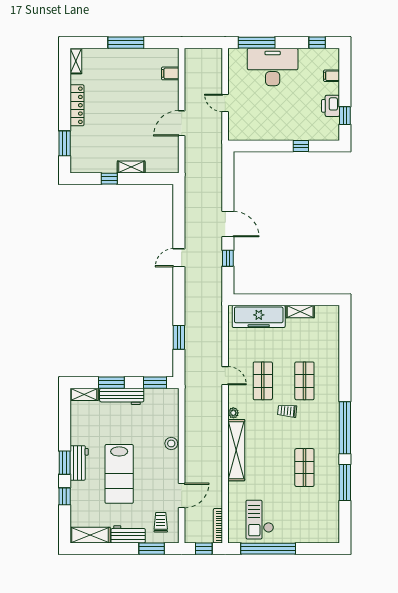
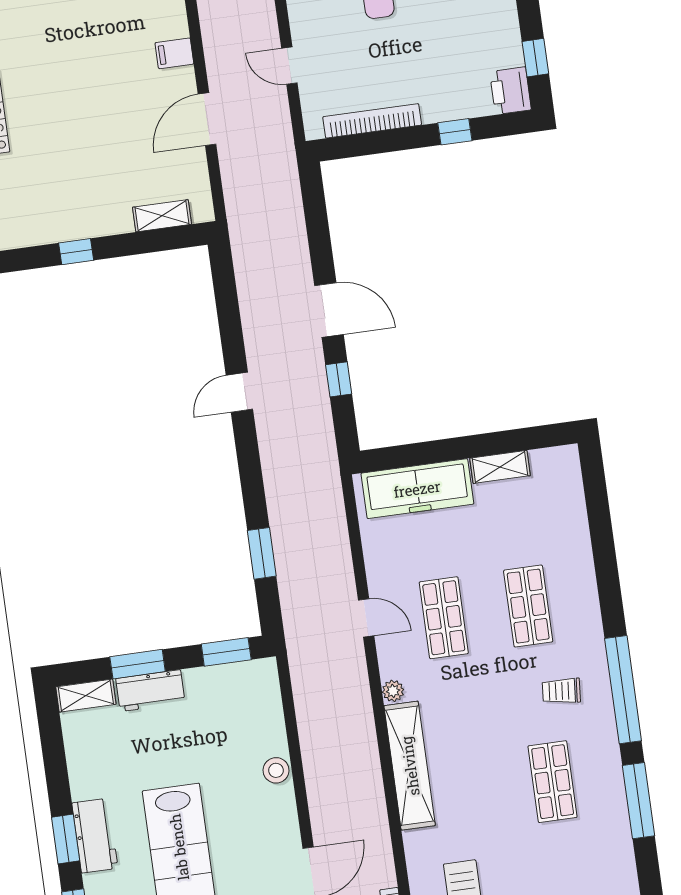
filing cabinet: (170, 73) -> (174, 53), moved
printer: (331, 106) -> (510, 91), moved
bookcase: (262, 135) -> (372, 121), added
shelving: (131, 167) -> (162, 216), moved
workbench: (122, 396) -> (150, 691), width x0.73
trolley: (287, 411) -> (561, 691), moved

